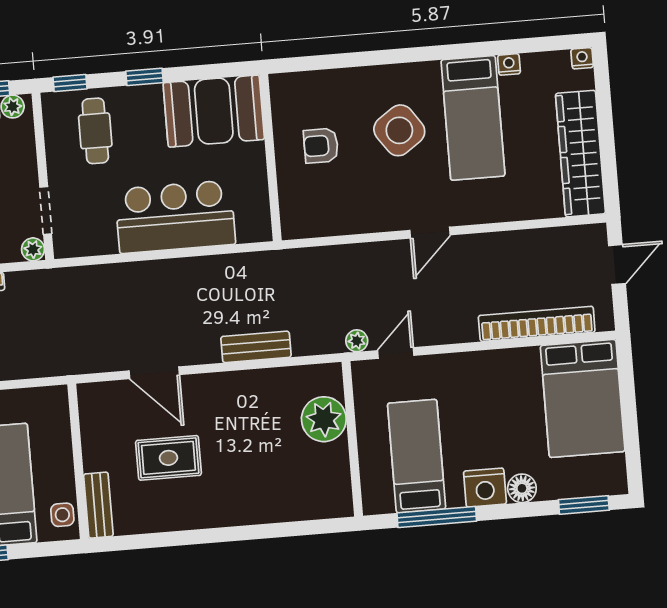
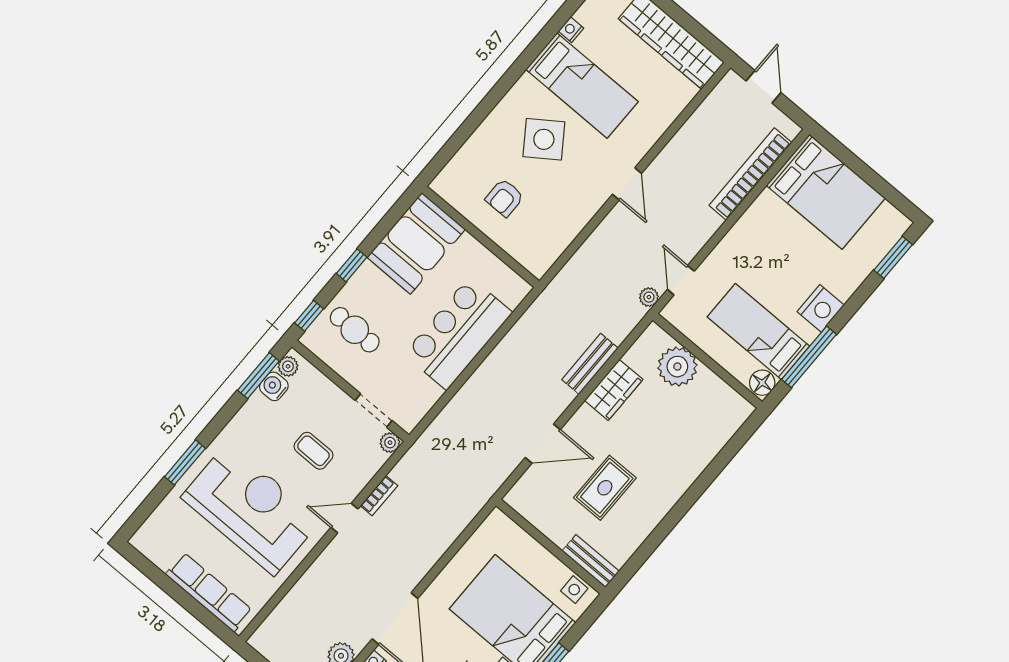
wardrobe: (254, 387) -> (614, 390), added
floor lamp: (522, 488) -> (762, 383), moved

